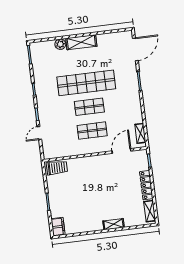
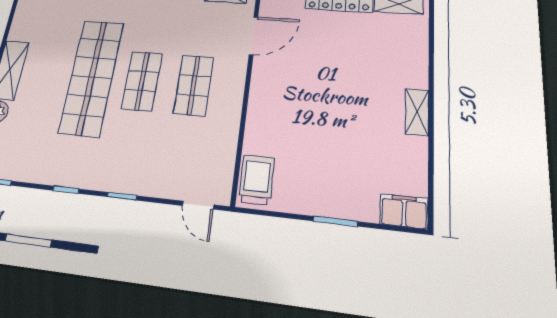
door: (39, 133) -> (198, 205), moved
door: (121, 151) -> (253, 36), swing flipped
shelving: (114, 224) -> (417, 112), moved

